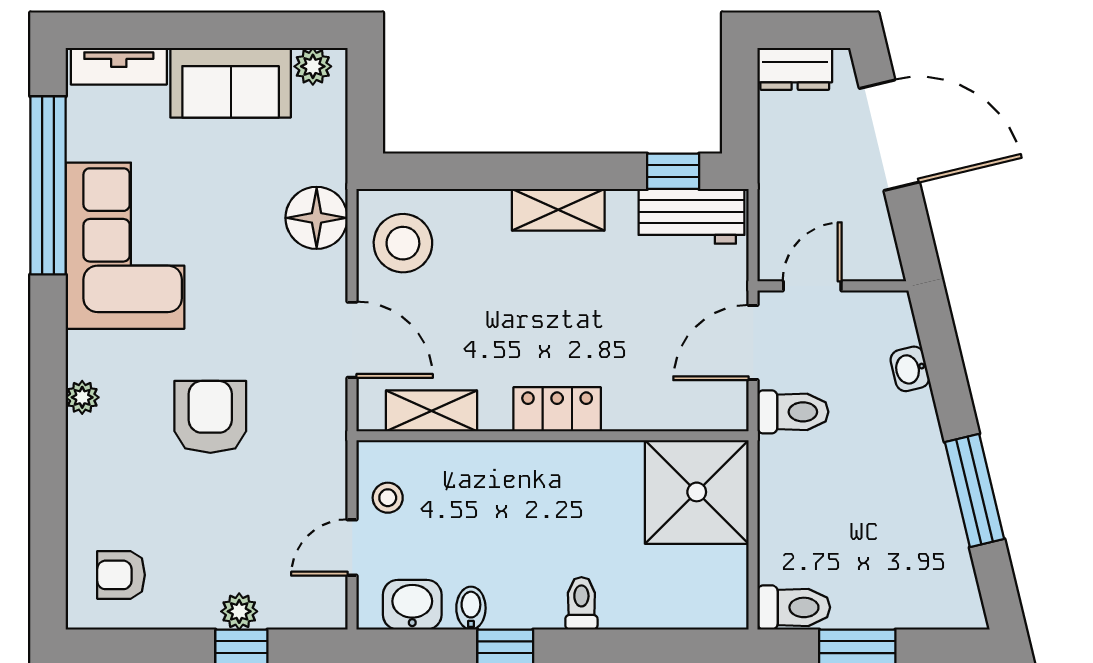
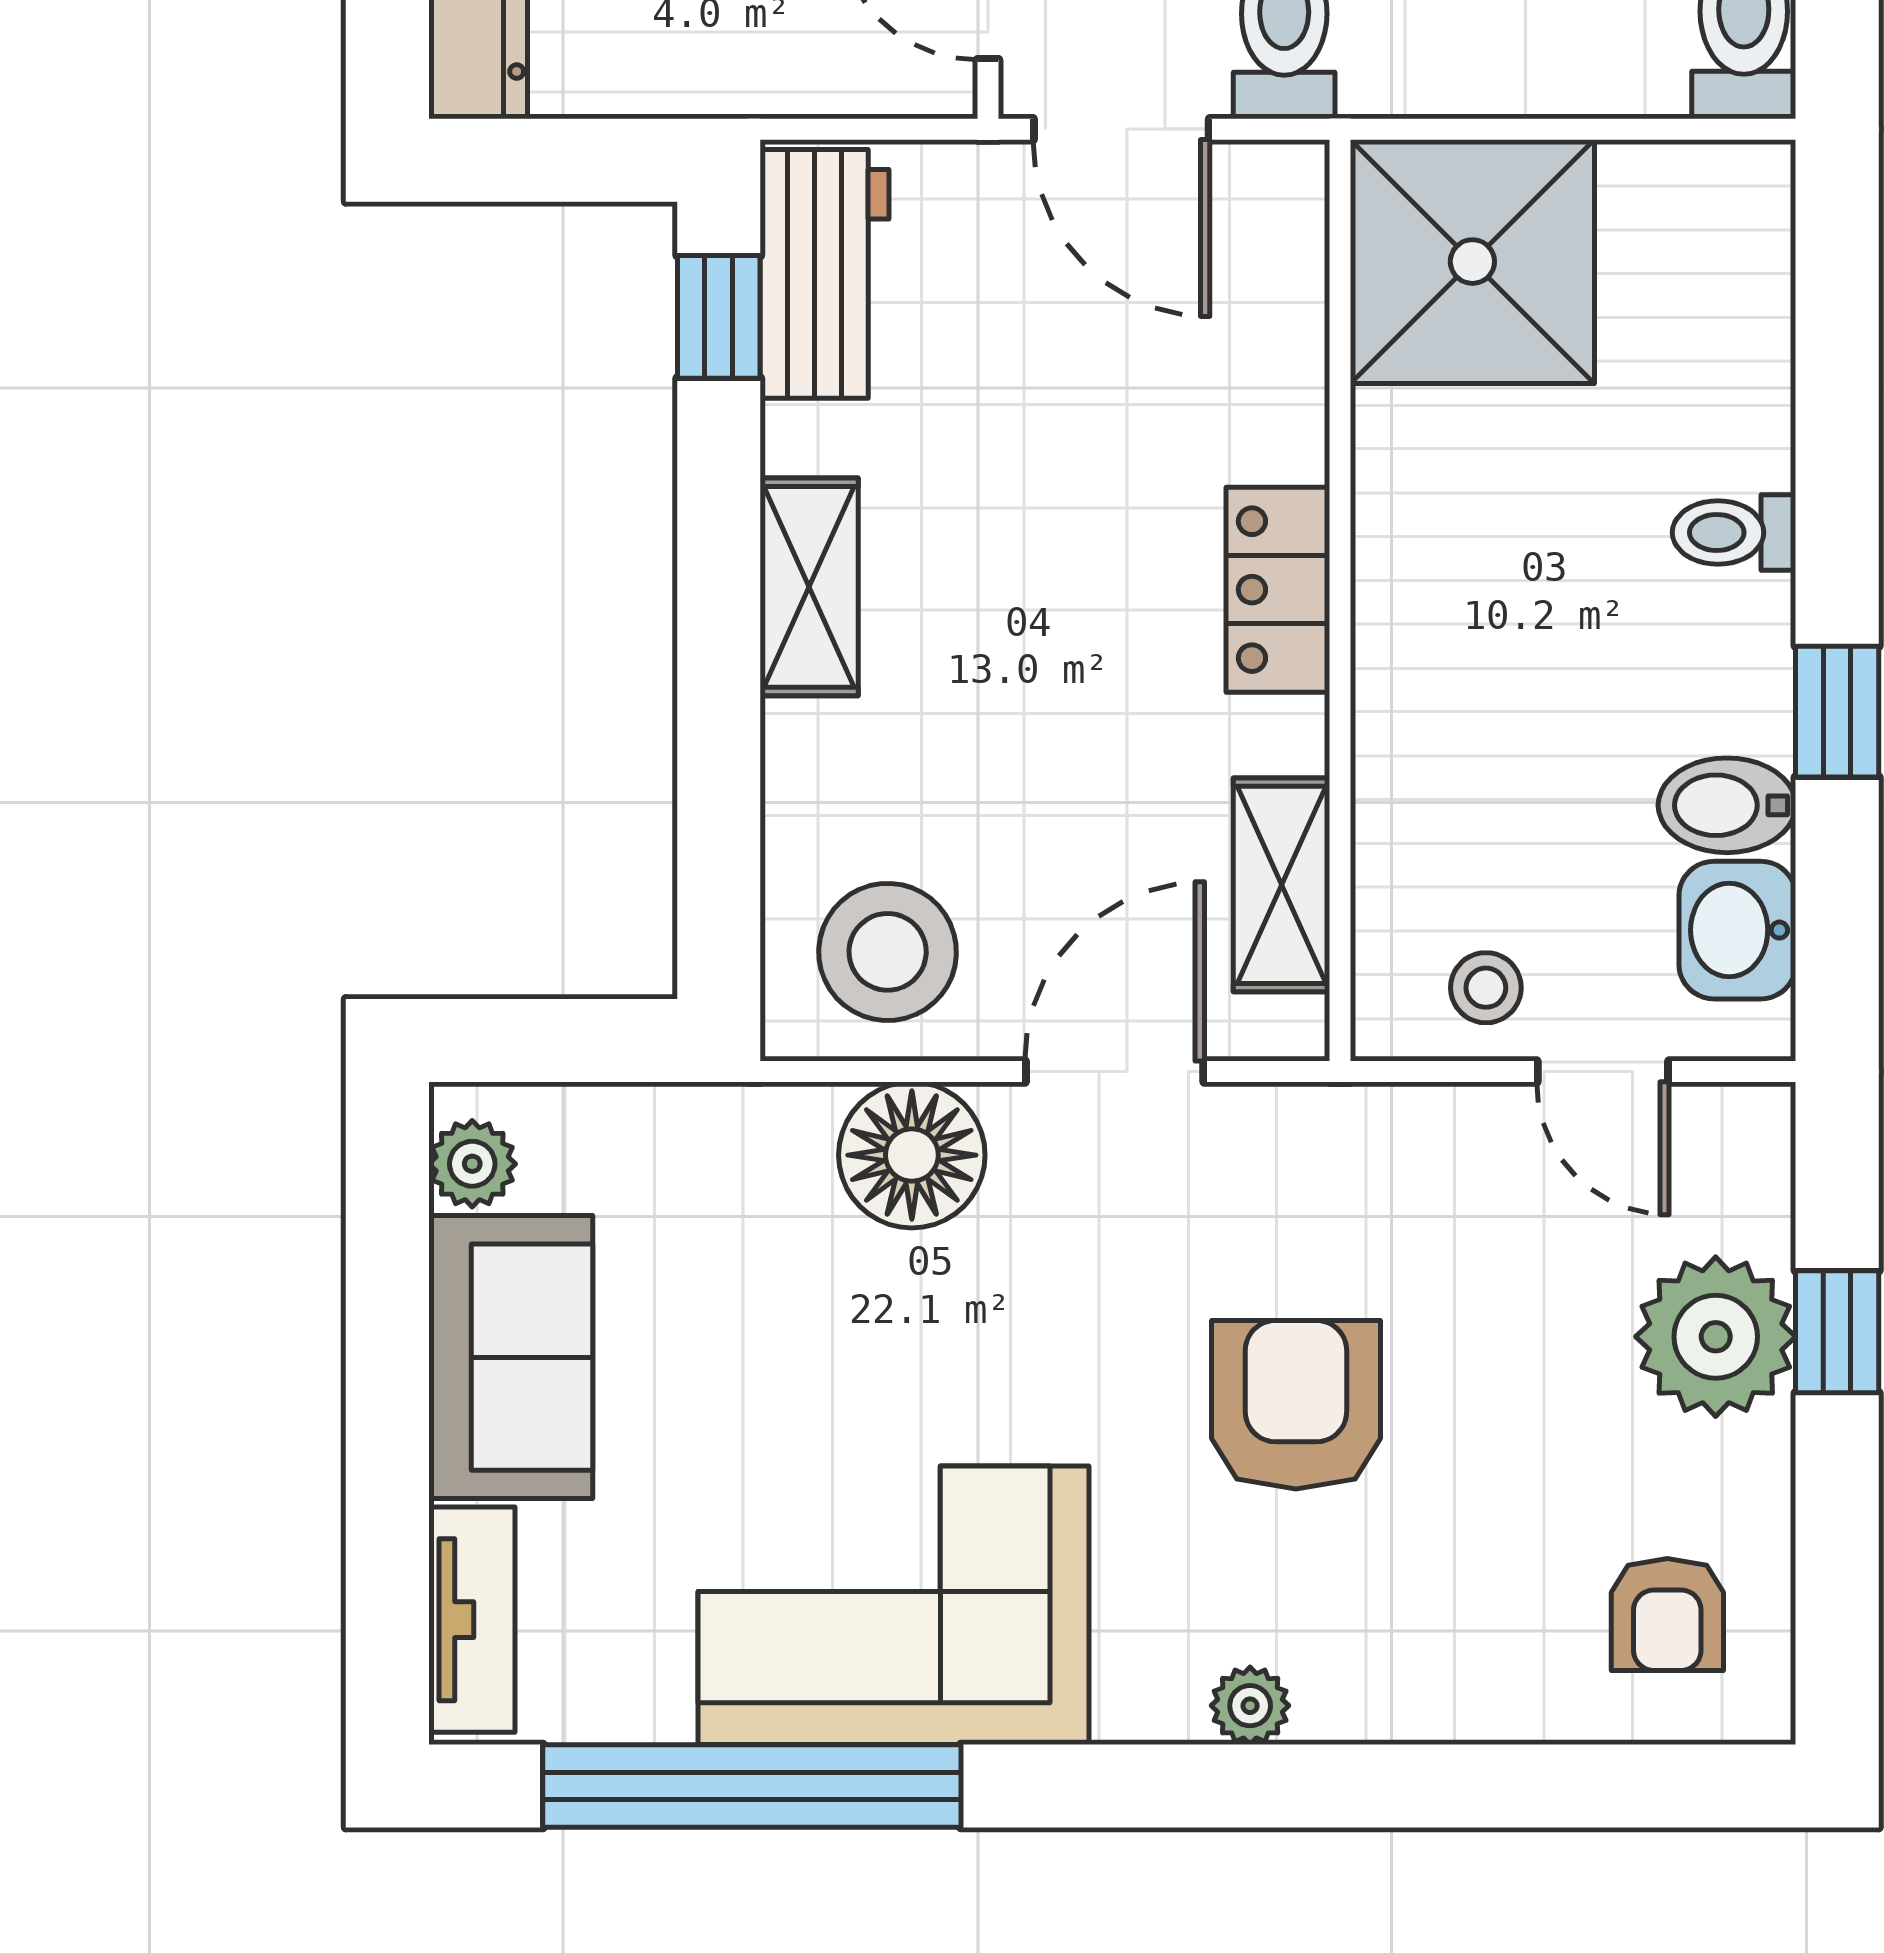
floor lamp: (317, 218) -> (912, 1155), moved
armchair: (210, 417) -> (1296, 1405), turned 90
bidet: (471, 608) -> (1727, 805), width x1.38, depth x1.36
plant: (239, 611) -> (1716, 1337), width x1.88, depth x1.88

